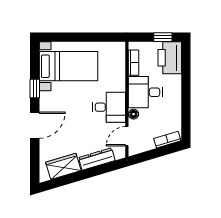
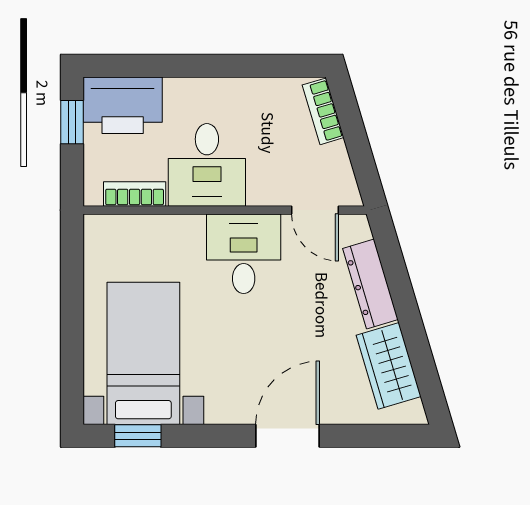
window: (35, 88) -> (138, 436), moved
floor lamp: (133, 114) -> (261, 194), removed
door: (35, 125) -> (288, 436), hinge flipped

